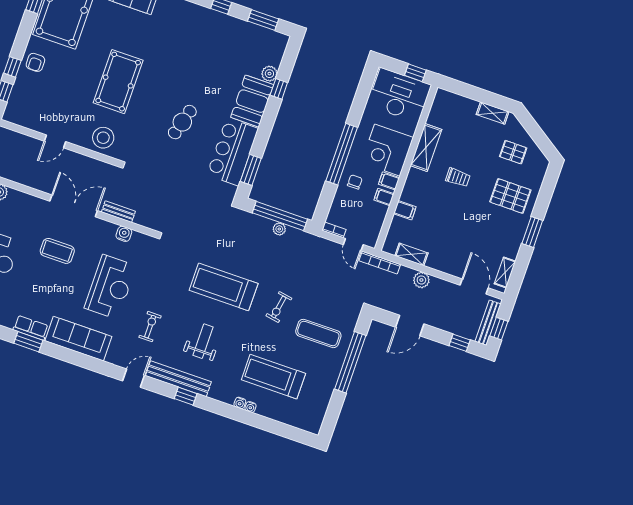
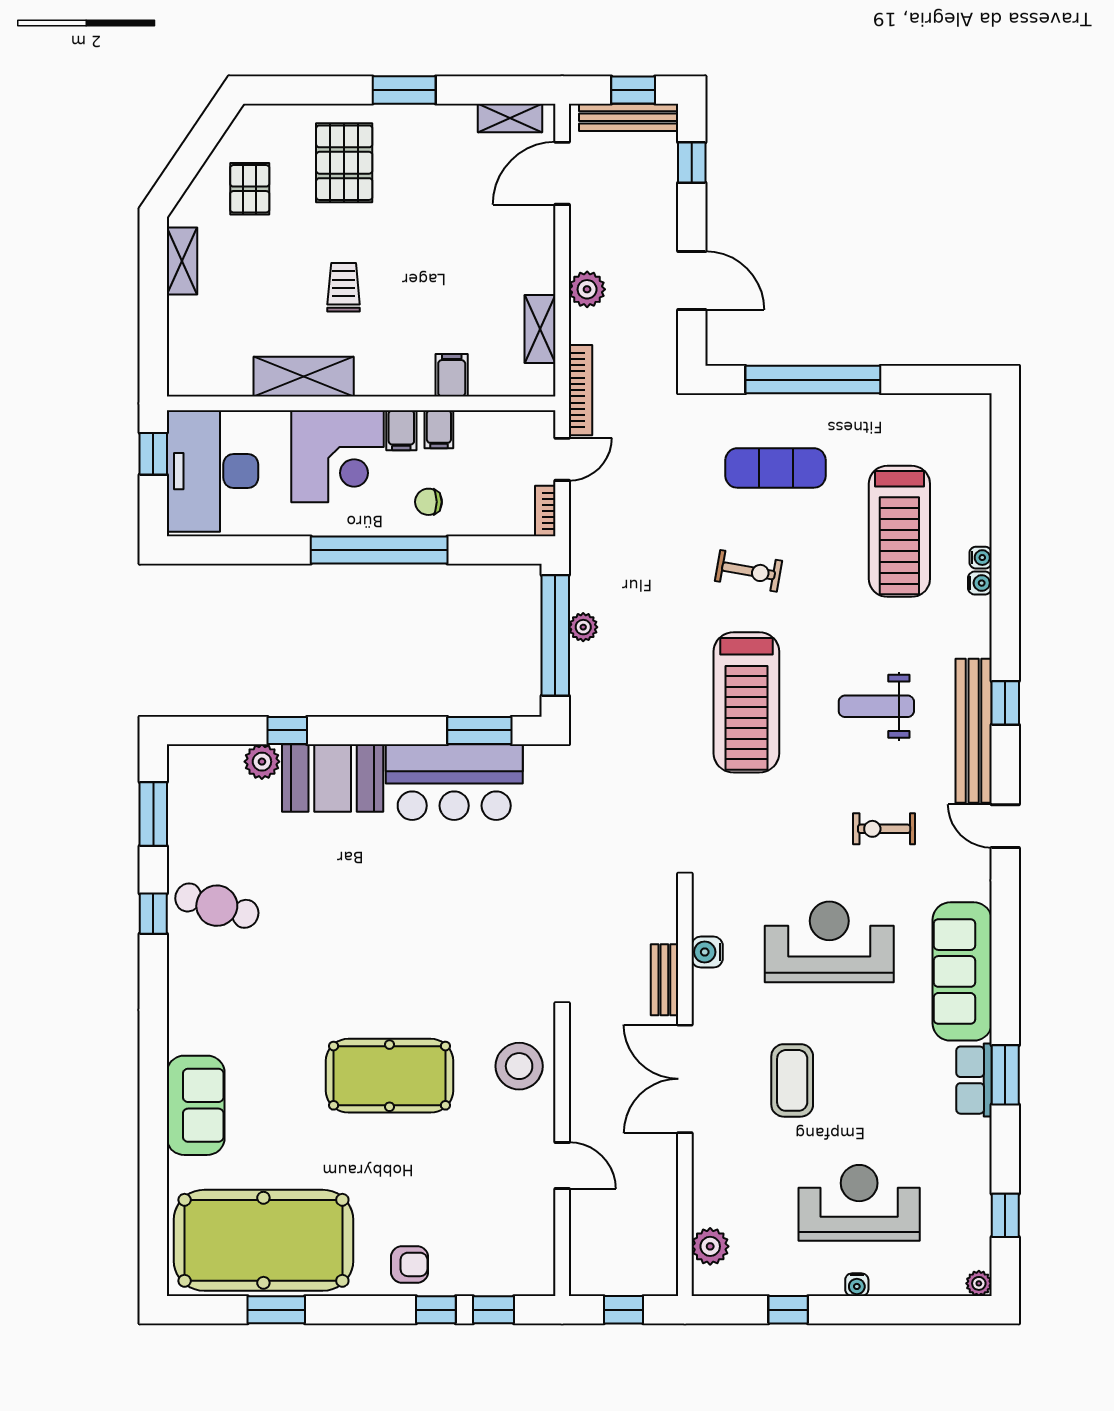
cafe table: (182, 122) -> (217, 906), moved
exercise mat: (318, 333) -> (776, 468), turned 90

